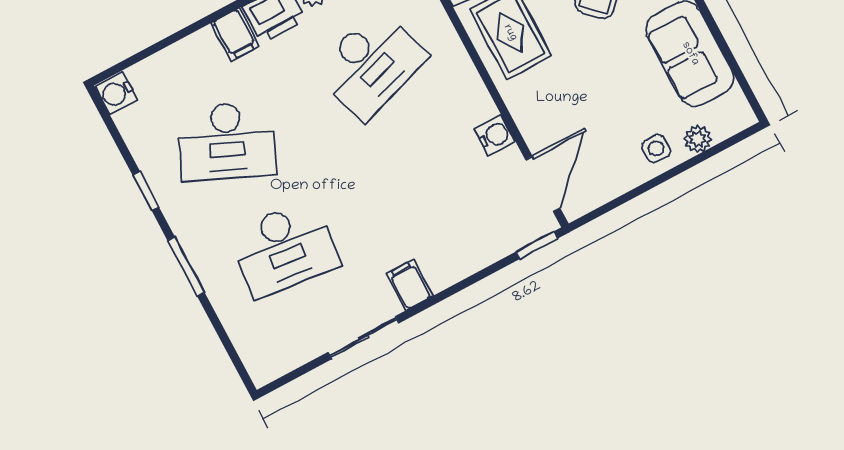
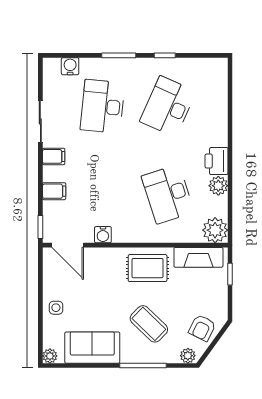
filing cabinet: (235, 34) -> (54, 191), moved, turned 180
water cooler: (116, 93) -> (70, 66), moved
plant: (698, 139) -> (50, 356), moved

